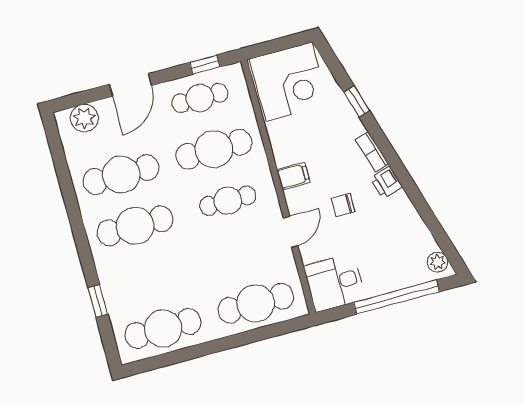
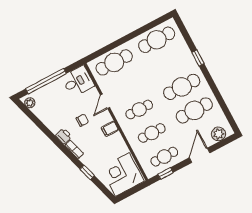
cafe table: (214, 149) -> (152, 133), width x0.73, depth x0.74
window: (98, 301) -> (198, 58), moved

